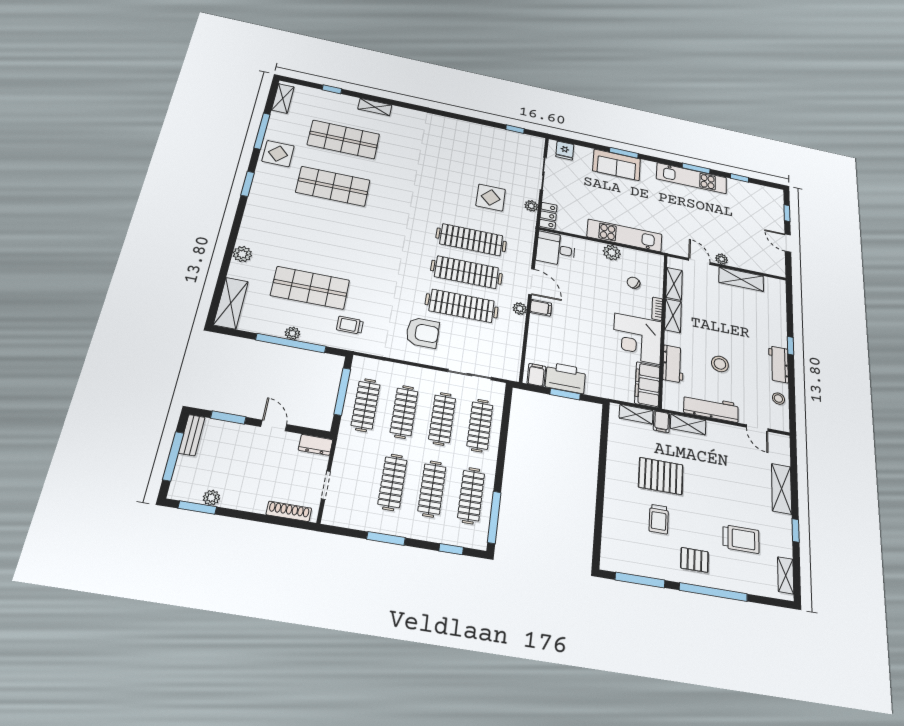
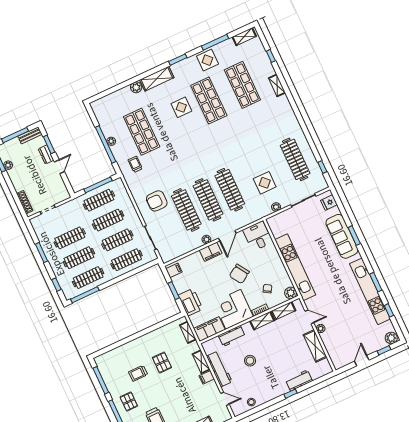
clothes rail: (484, 149) -> (295, 159), added
sofa: (617, 165) -> (342, 236), width x1.36
kitchen unit: (692, 178) -> (370, 291), width x1.36
plant: (775, 197) -> (391, 338), added
locker: (548, 216) -> (277, 220), removed
display table: (316, 221) -> (181, 107), added
kitchen unit: (625, 235) -> (295, 267), width x1.36
plant: (612, 253) -> (291, 293), moved
door: (699, 261) -> (309, 317), hinge flipped
chair: (593, 301) -> (239, 274), added
shelving: (231, 303) -> (157, 79), moved
filing cabinet: (541, 308) -> (211, 252), width x2.00
armchair: (423, 333) -> (157, 201), turned 90
workbench: (778, 364) -> (299, 380), moved
printer: (565, 378) -> (191, 302), moved
filing cabinet: (662, 422) -> (207, 377), moved
door: (757, 428) -> (225, 399), swing flipped
dresser: (316, 445) -> (46, 154), moved
pallet: (661, 476) -> (162, 363), width x0.67, depth x0.71

